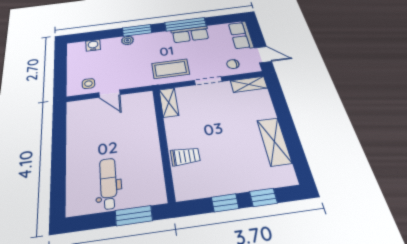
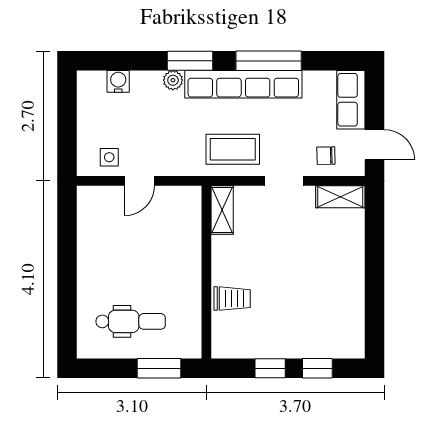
row of seats: (190, 34) -> (243, 84), width x2.02
door: (109, 94) -> (139, 181), hinge flipped
shelving: (274, 141) -> (351, 294), removed
dental chair: (108, 183) -> (131, 321), turned 90

